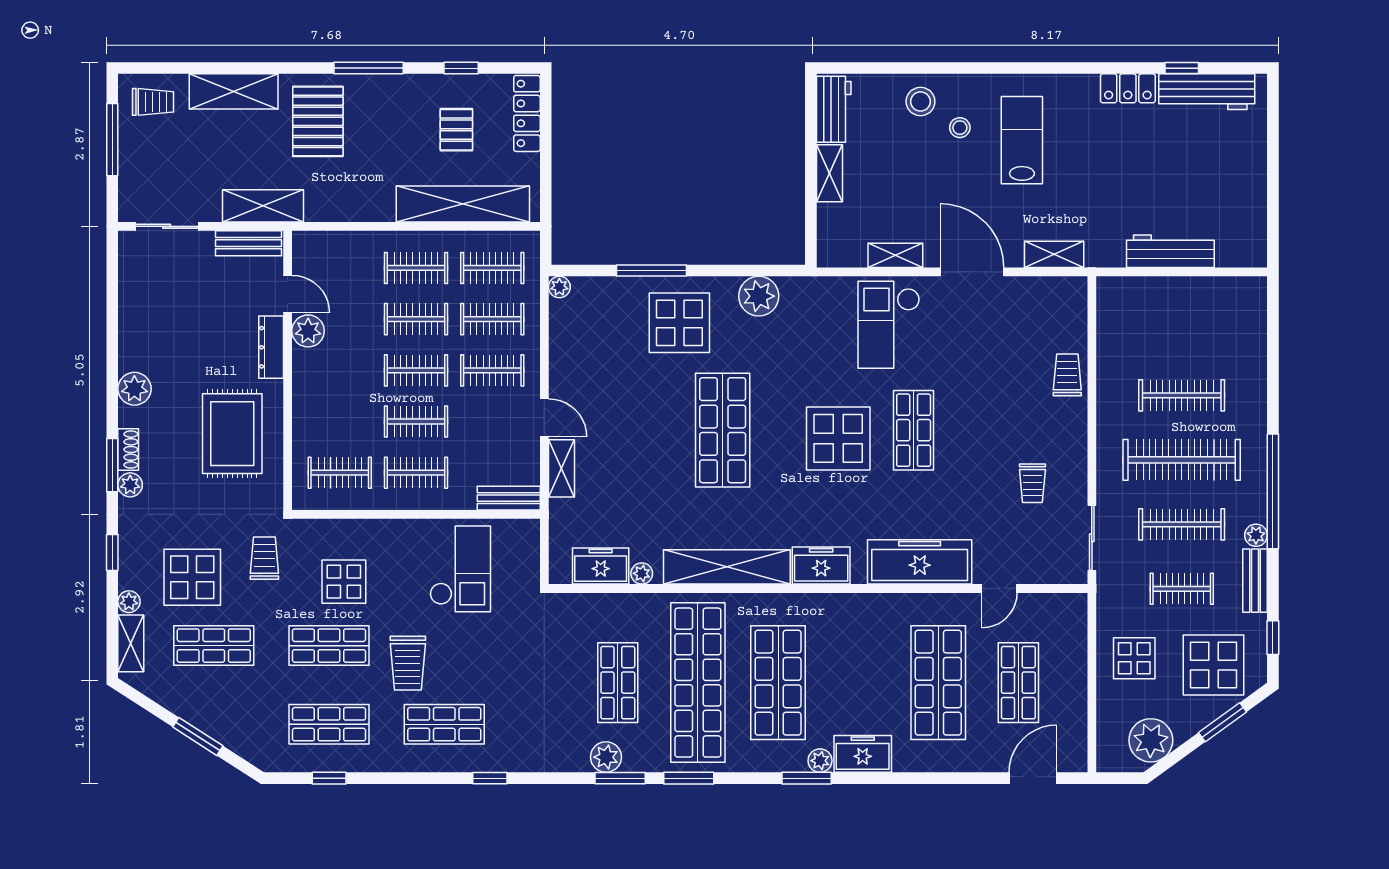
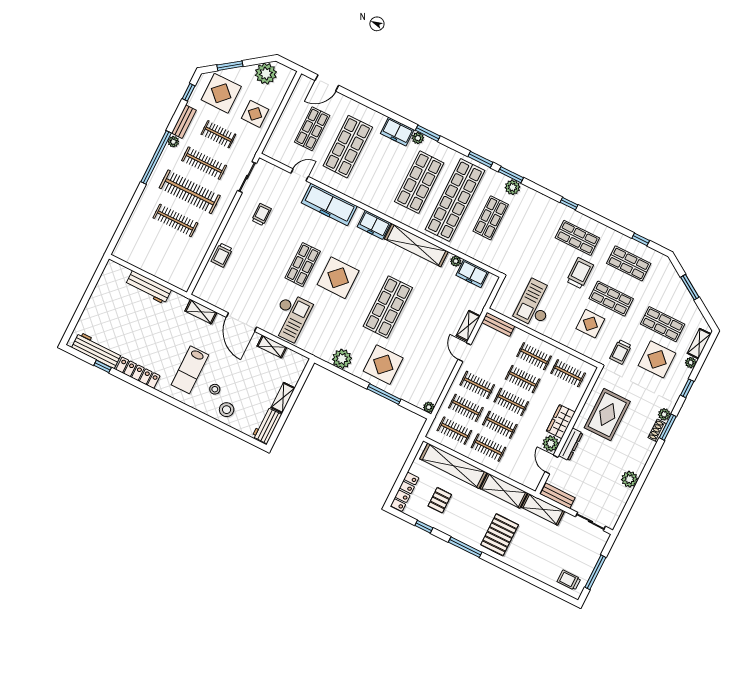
locker: (1128, 88) -> (138, 373), width x1.53
shelving: (234, 91) -> (504, 491), moved
wardrobe: (309, 379) -> (561, 422), added
plant: (134, 389) -> (629, 479), moved

